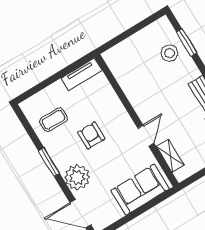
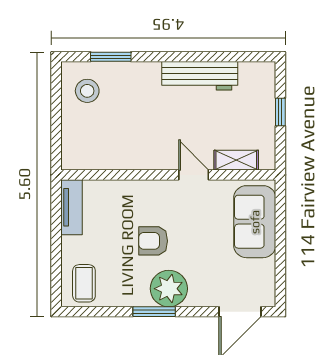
stool: (170, 53) -> (87, 91), moved
coffee table: (54, 120) -> (84, 283), moved
plant: (77, 177) -> (169, 289), moved

